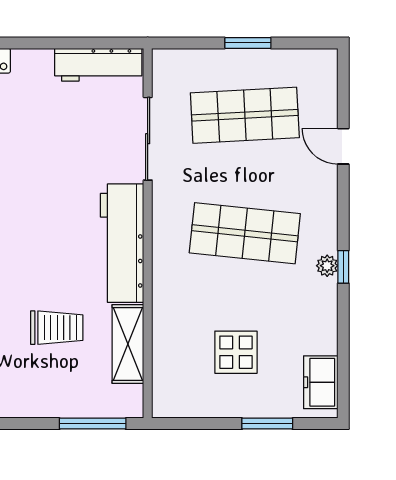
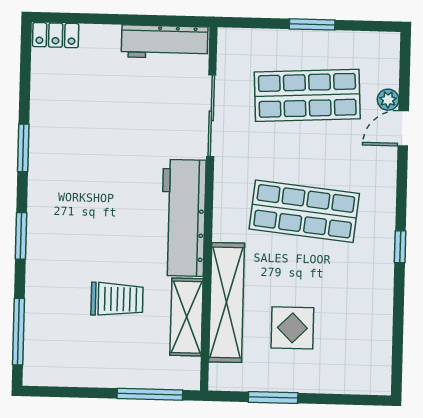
door: (343, 146) -> (403, 128), hinge flipped
plant: (327, 266) -> (388, 100), moved
shelving: (168, 328) -> (227, 303), added
freezer: (321, 382) -> (375, 360), removed
window: (267, 424) -> (273, 398), moved

